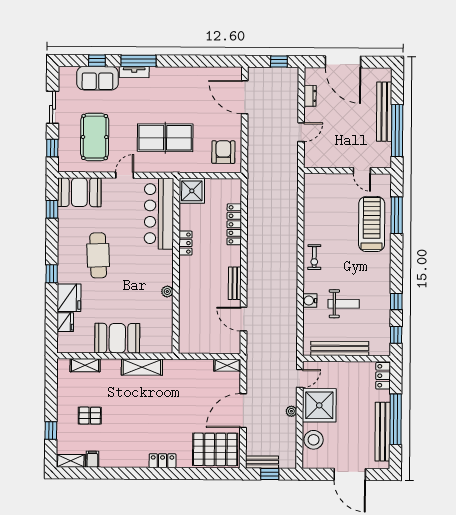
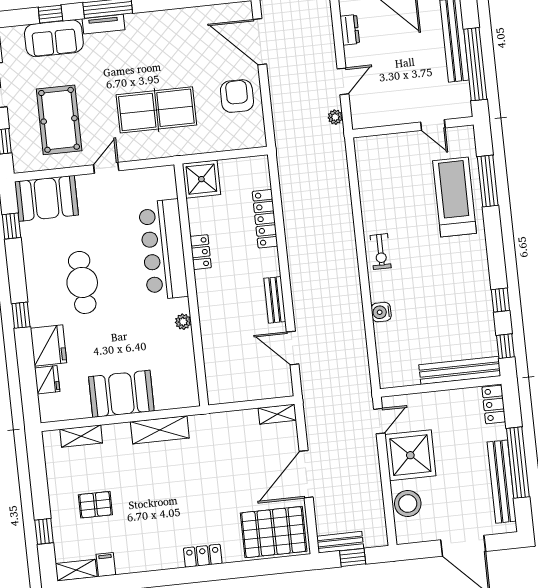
armchair: (223, 152) -> (237, 96), moved
bar counter: (159, 214) -> (163, 250), moved
weight bench: (344, 304) -> (428, 311), removed
bench: (340, 349) -> (460, 370), moved
plant: (291, 411) -> (335, 117), moved

